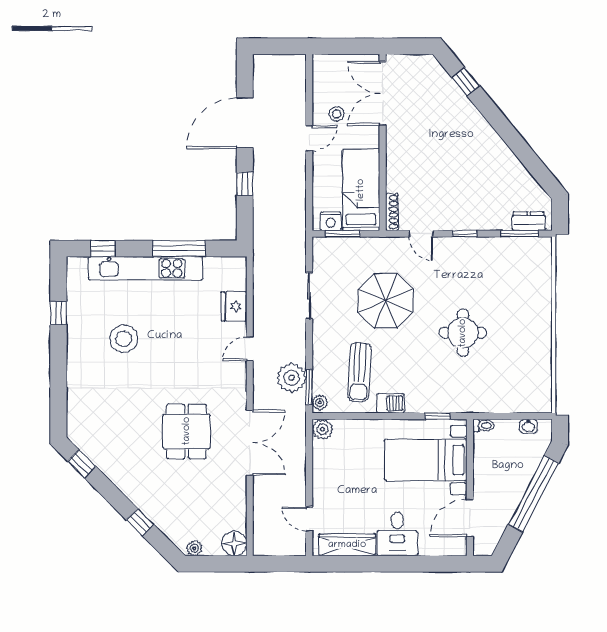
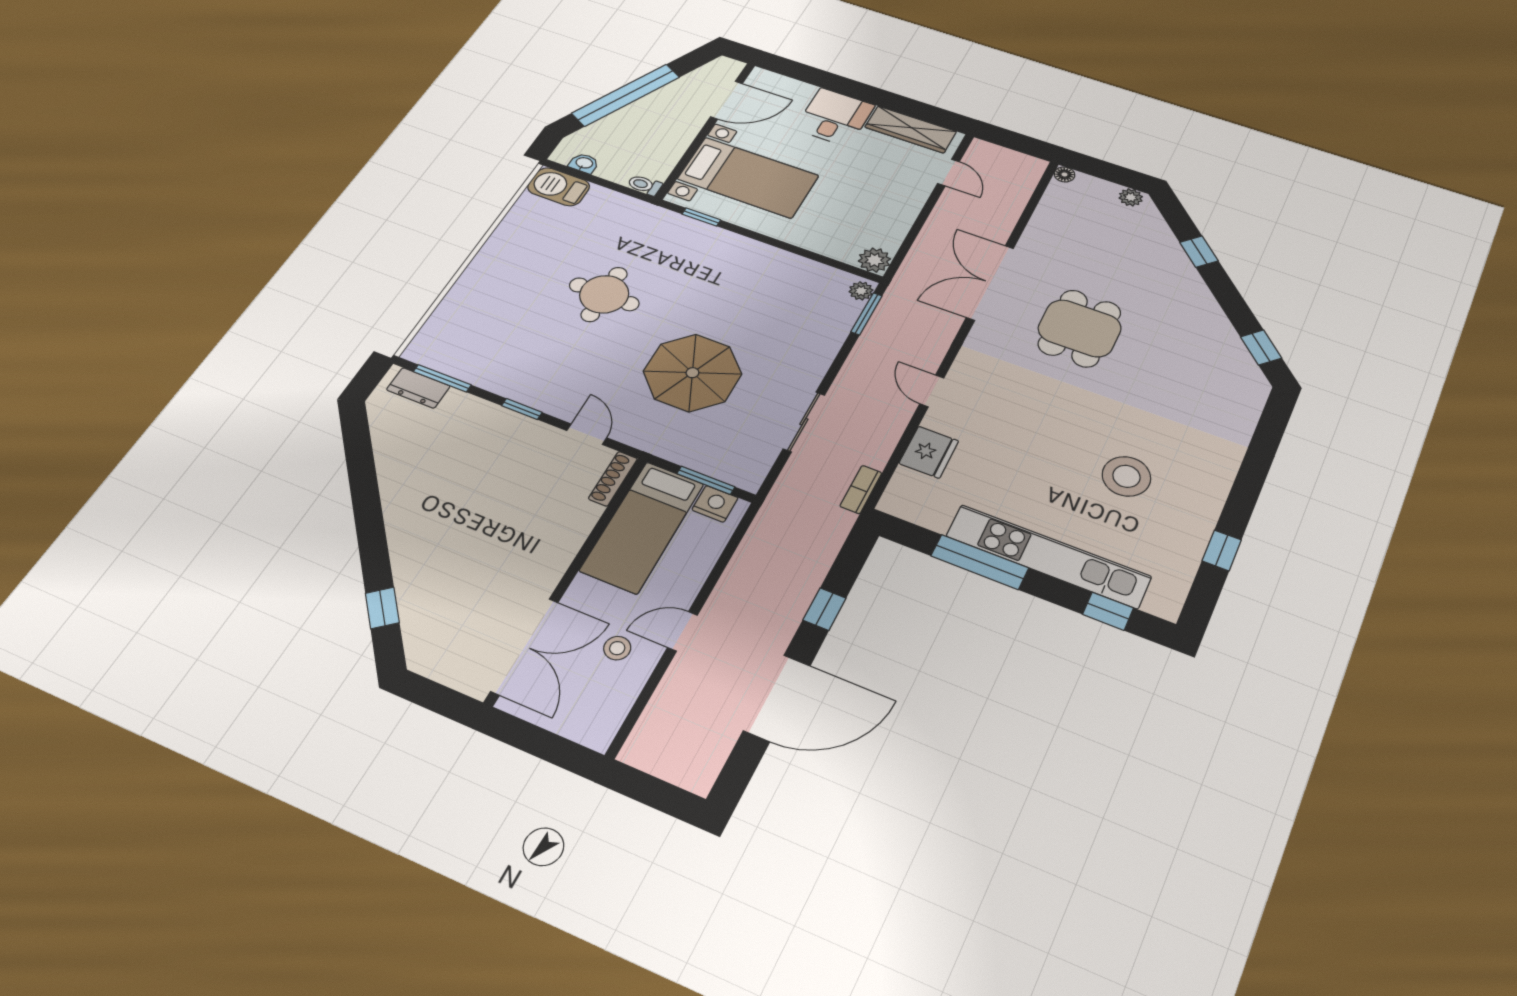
bookcase: (259, 266) -> (861, 489), added
door: (250, 349) -> (932, 391), swing flipped
sun lounger: (359, 372) -> (782, 304), removed
plant: (292, 378) -> (887, 334), removed
barbecue: (391, 403) -> (559, 187), moved, width x1.38, depth x1.27
floor lamp: (234, 543) -> (1064, 174), width x0.53, depth x0.53

